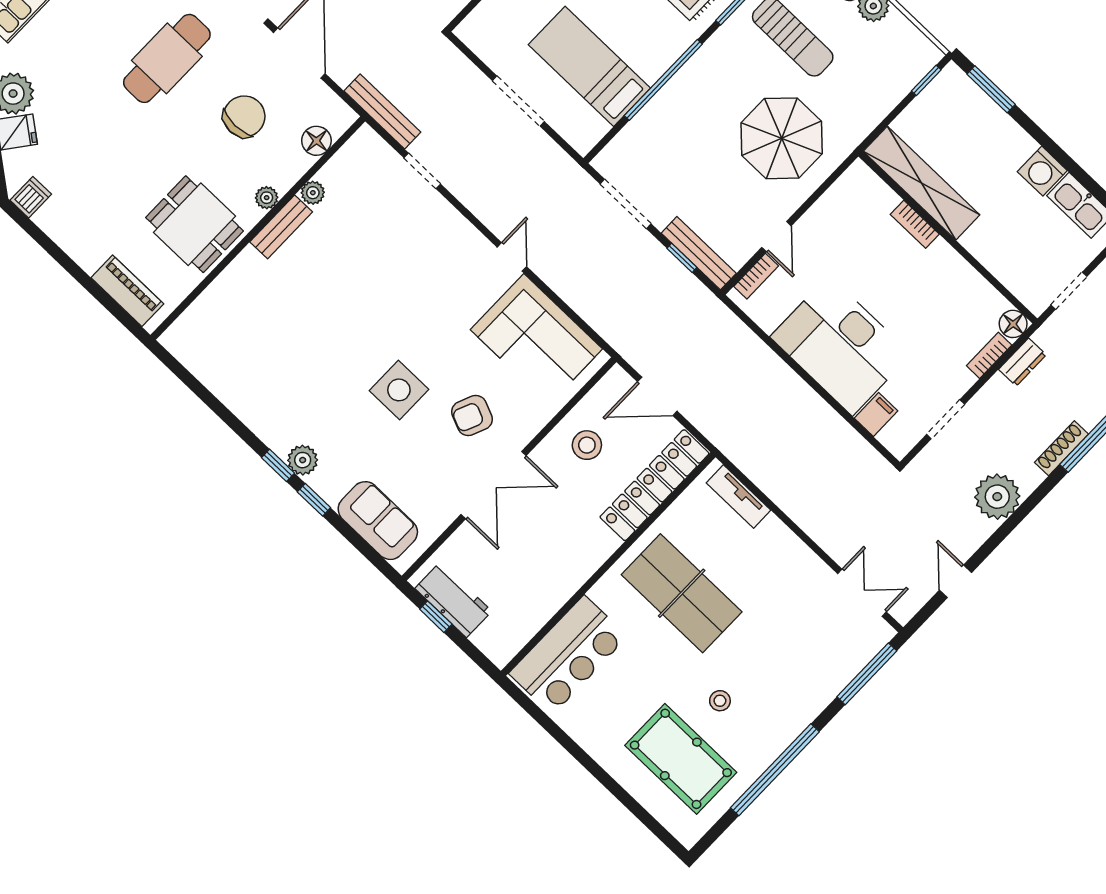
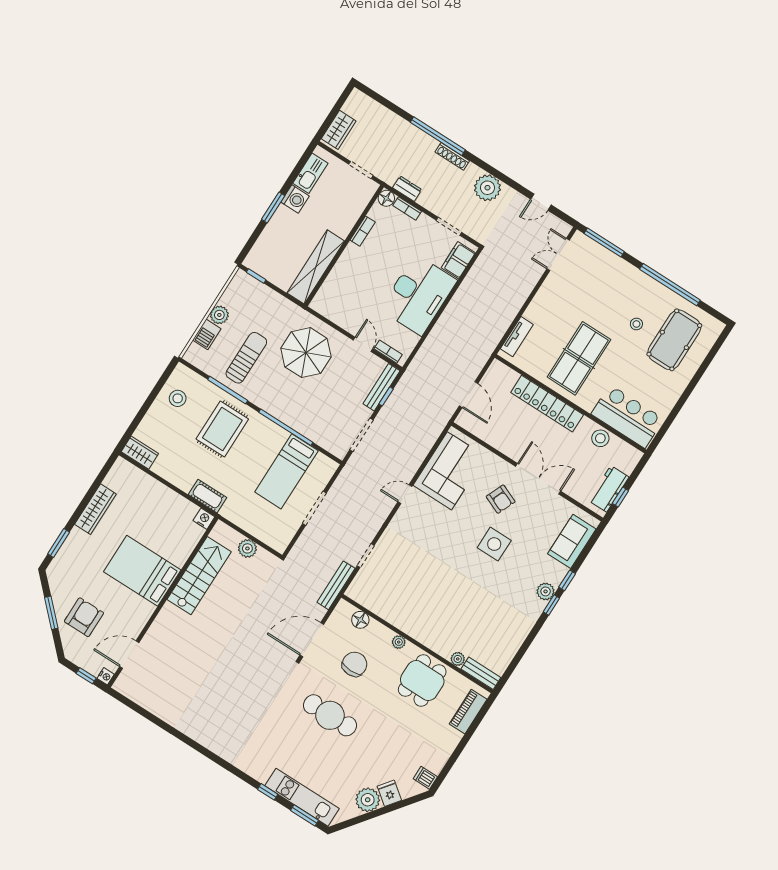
window: (991, 89) -> (273, 207), moved
chair: (244, 116) -> (355, 664), turned 90
plant: (313, 193) -> (458, 659), moved
bookcase: (915, 224) -> (363, 231), moved
bench: (281, 227) -> (481, 673), moved
door: (776, 237) -> (363, 344), hinge flipped
filing cabinet: (876, 415) -> (458, 260), width x2.00
stool: (587, 445) -> (600, 438), moved
locker: (655, 485) -> (547, 404), moved

